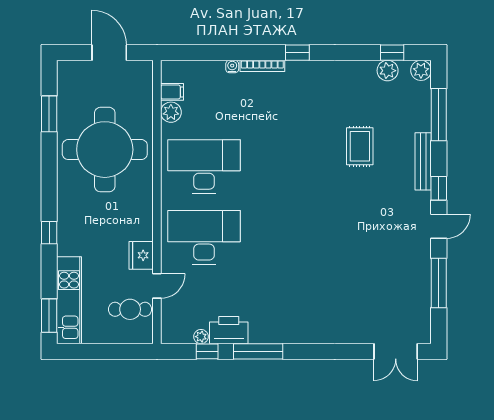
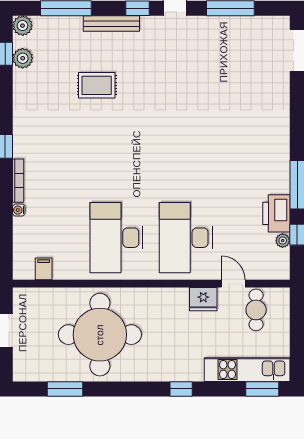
plant: (171, 112) -> (63, 270), removed

